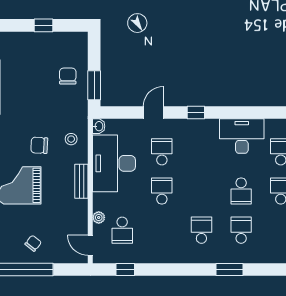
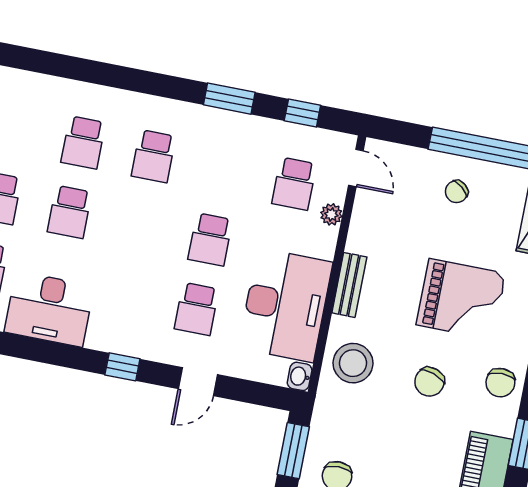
stool: (71, 139) -> (353, 363), width x1.89, depth x1.89
chair: (39, 145) -> (429, 382), moved, turned 106
school desk: (241, 191) -> (70, 212), turned 180
school desk: (122, 230) -> (294, 184), turned 180
window: (229, 270) -> (229, 99), moved

